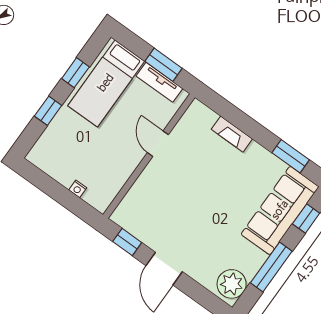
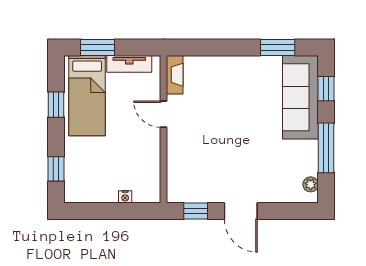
window: (163, 65) -> (97, 47), moved
window: (48, 111) -> (56, 169), moved
fireplace: (232, 134) -> (175, 75), moved, turned -90
plant: (232, 284) -> (311, 184), width x0.53, depth x0.53

